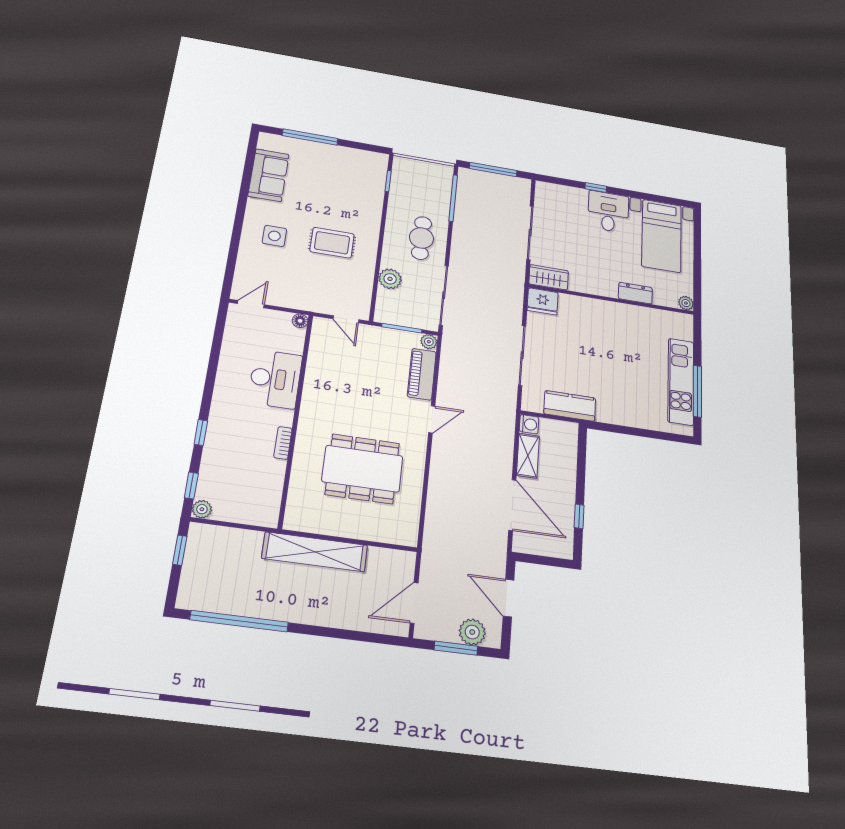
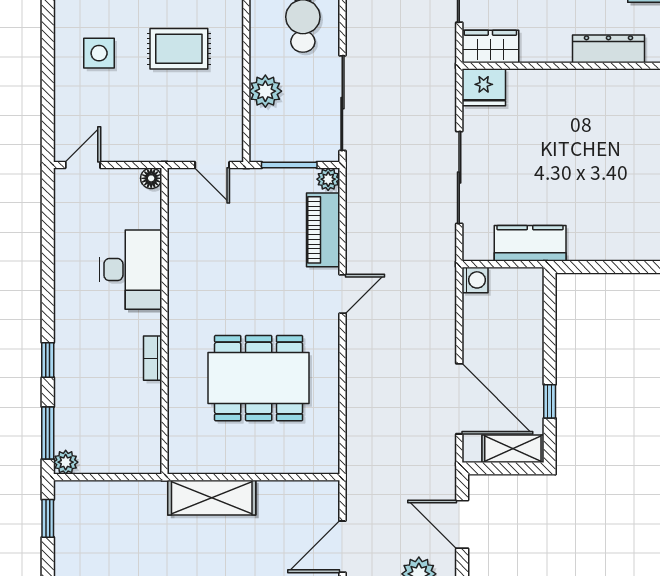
dresser: (635, 293) -> (608, 49), width x1.44
shelving: (528, 456) -> (513, 449), moved, turned 90
window: (191, 485) -> (48, 433), width x1.50
shelving: (315, 552) -> (212, 498), width x0.68

